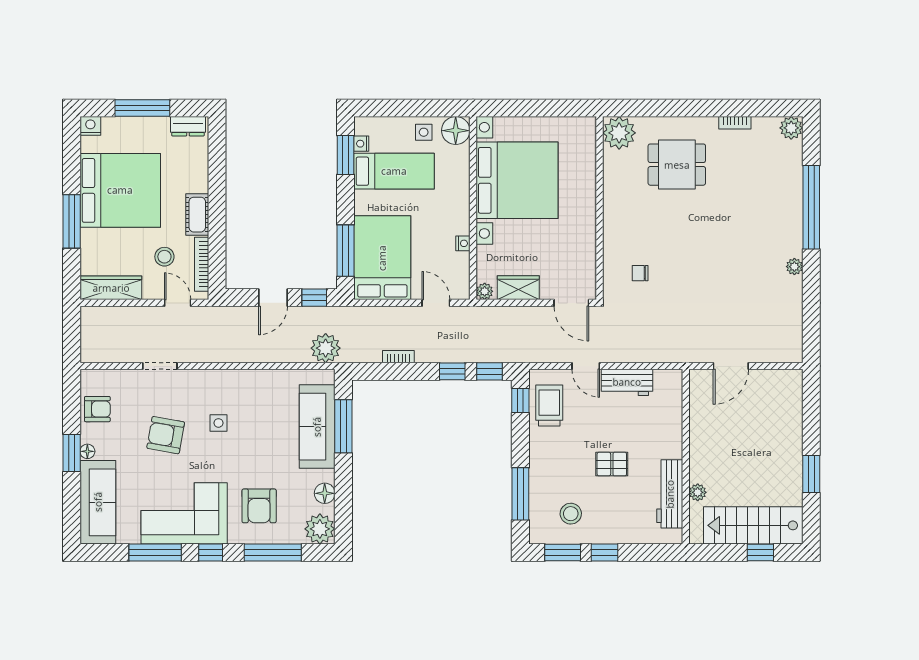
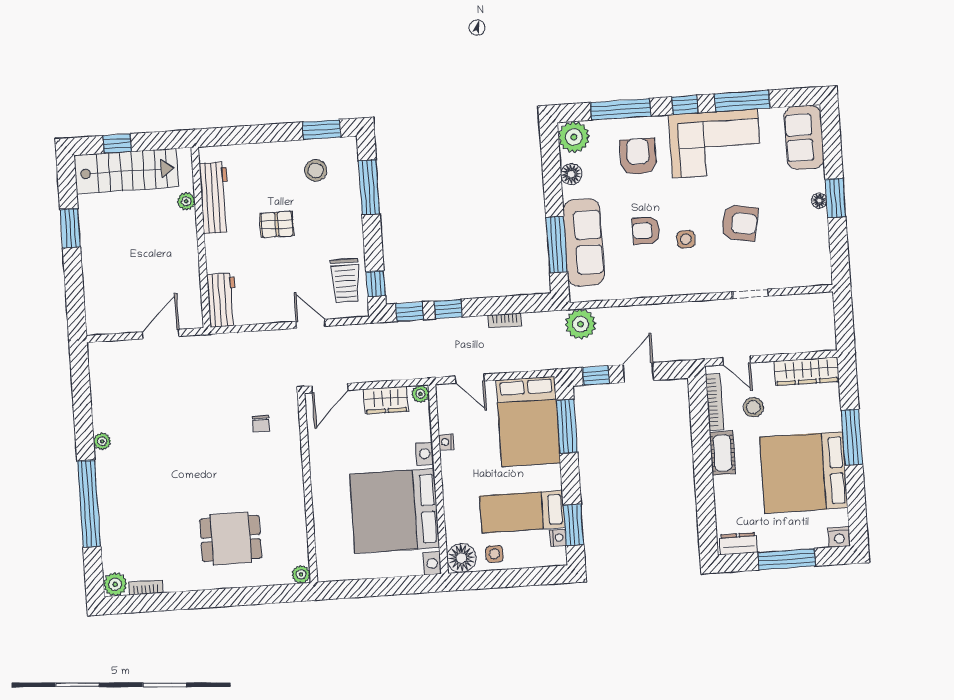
bookcase: (735, 123) -> (146, 588), moved
plant: (619, 133) -> (301, 574), width x0.53, depth x0.53
chair: (640, 273) -> (261, 424), turned 90
door: (571, 303) -> (330, 388), swing flipped
workbench: (627, 382) -> (222, 300), moved, turned 90
armchair: (97, 409) -> (646, 231), moved
sofa: (98, 502) -> (804, 137), width x0.73
window: (605, 553) -> (278, 133), removed

